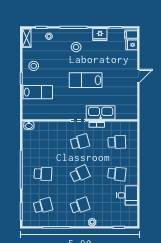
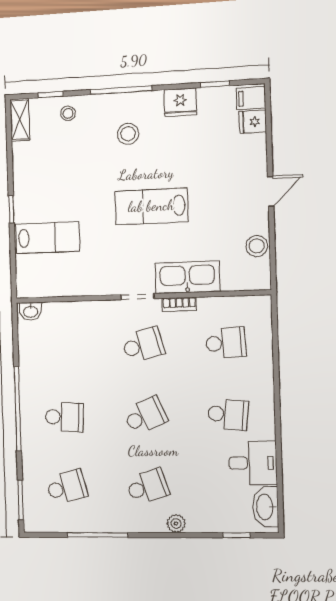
stool: (34, 66) -> (257, 246), moved
washbasin: (132, 215) -> (265, 507), added

